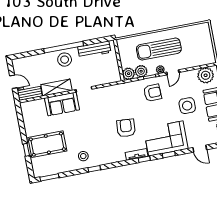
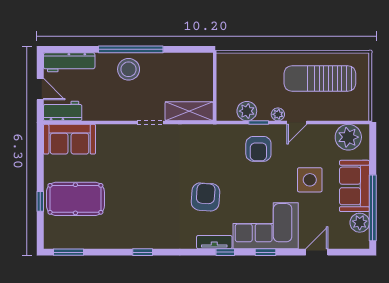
sun lounger: (159, 49) -> (320, 79), moved
workbench: (94, 50) -> (69, 62), moved
plant: (129, 74) -> (226, 111), removed
shelving: (56, 87) -> (189, 111), moved
armchair: (153, 93) -> (258, 149), turned 92
sofa: (62, 104) -> (70, 139), moved
door: (200, 149) -> (317, 252), swing flipped
stool: (83, 156) -> (129, 229), removed

